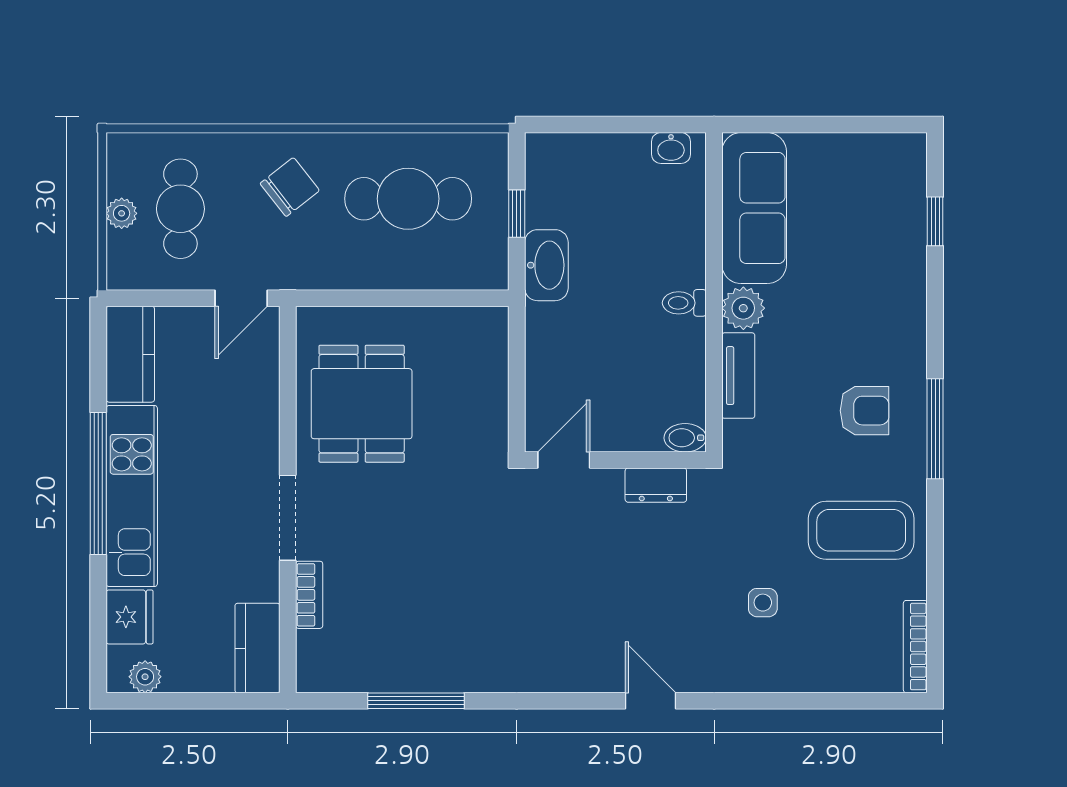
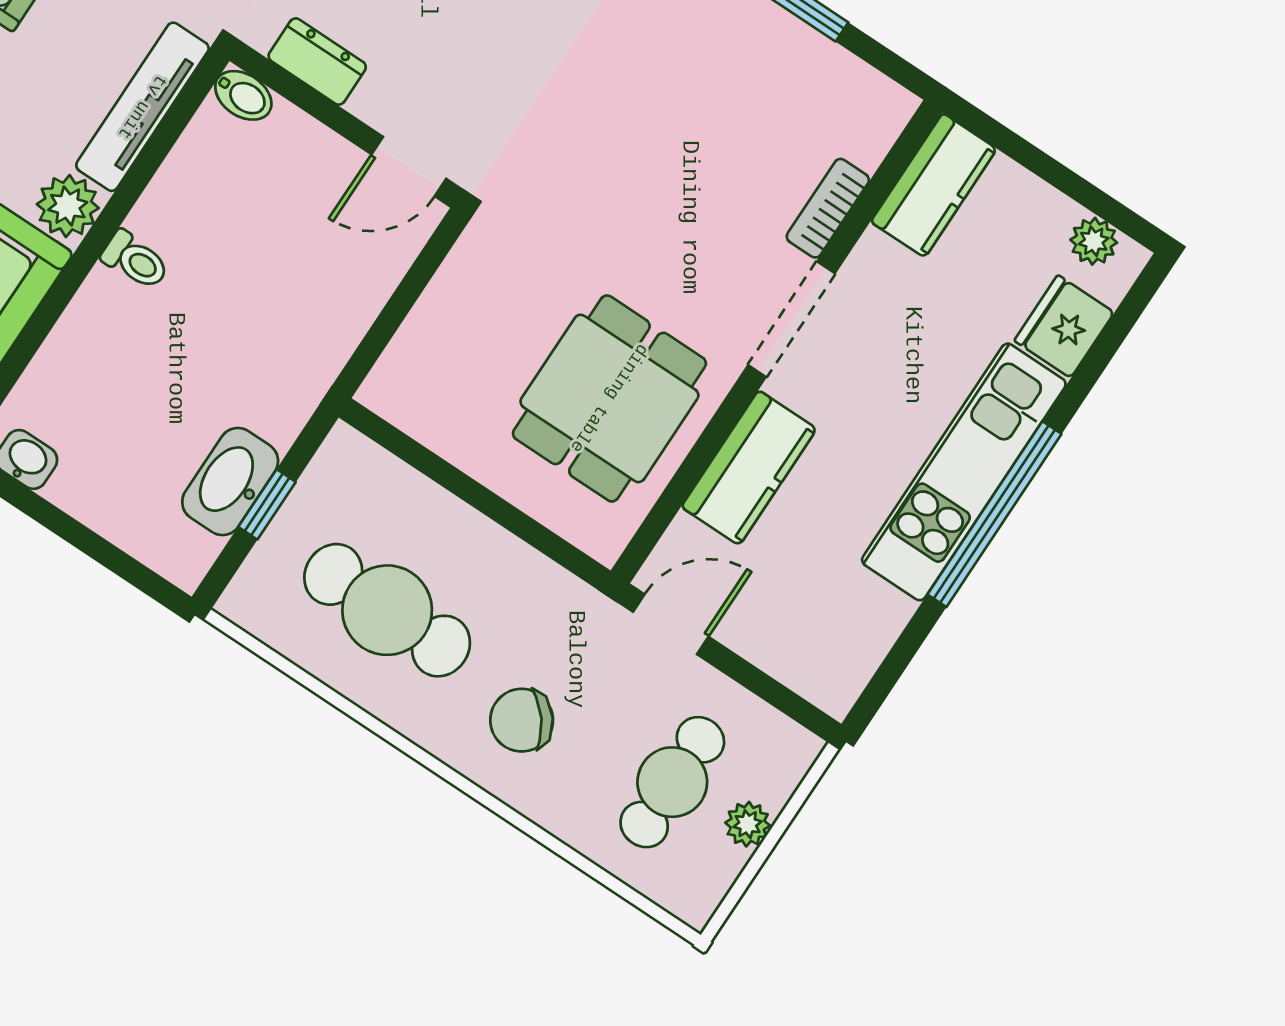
washbasin: (546, 265) -> (230, 482), moved
kitchen counter: (130, 354) -> (749, 468), moved, turned 180
tv unit: (738, 376) -> (142, 107), width x1.41

